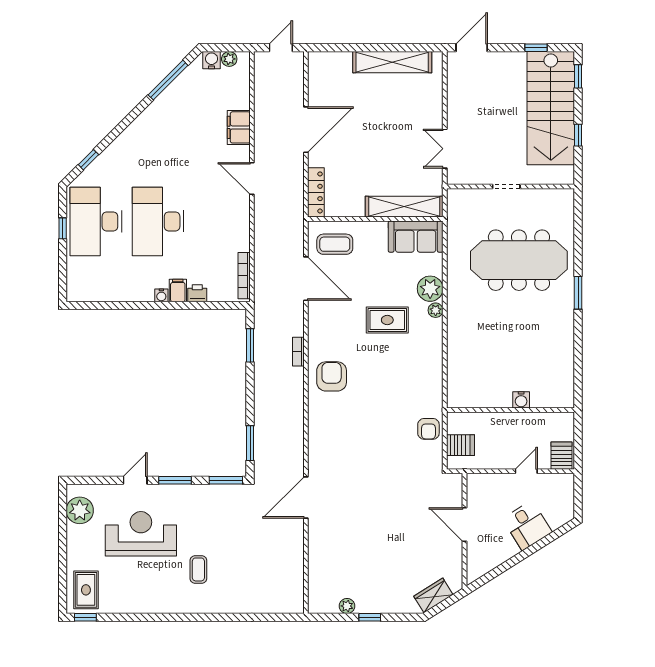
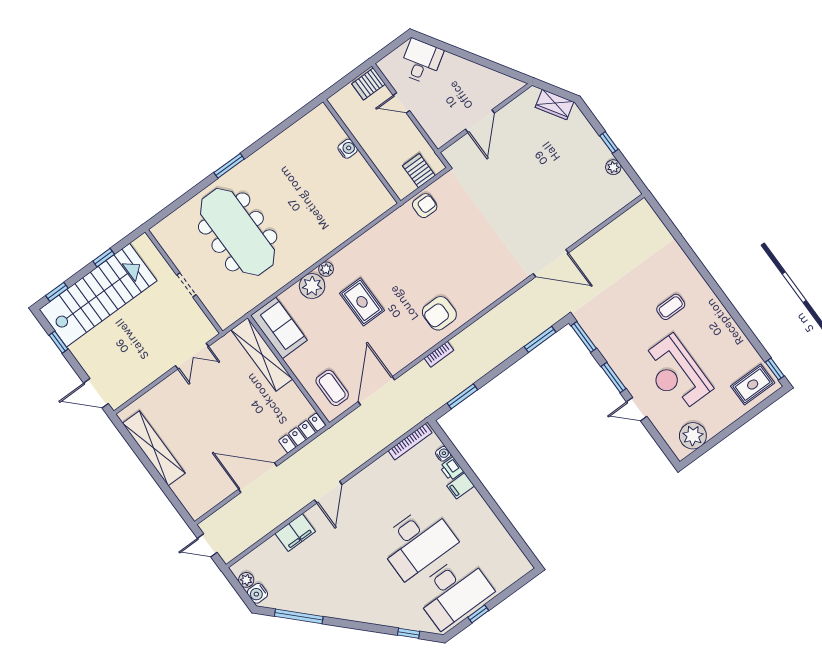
water cooler: (161, 295) -> (443, 454), moved
desk: (527, 526) -> (421, 61), moved

